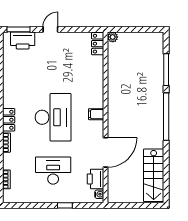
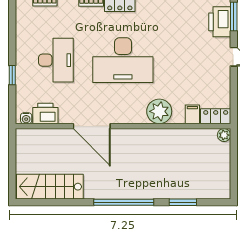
window: (166, 70) -> (183, 202), width x0.69
plant: (94, 89) -> (159, 111), added
filing cabinet: (96, 114) -> (192, 114), moved
door: (106, 152) -> (92, 126), moved

